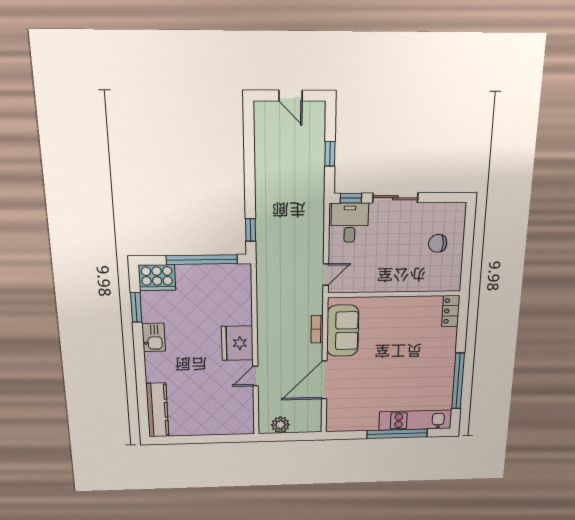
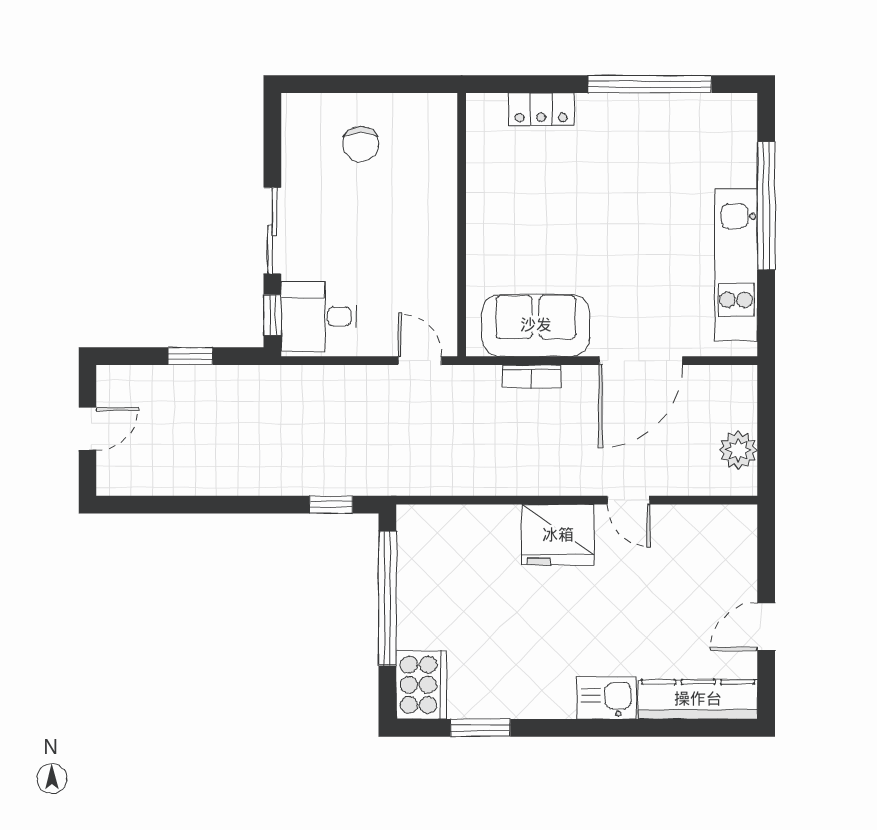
locker: (451, 311) -> (541, 109), moved
kitchen sink: (154, 337) -> (607, 698), moved
door: (324, 380) -> (641, 361), hinge flipped
kitchen unit: (415, 420) -> (736, 265), moved
door: (195, 439) -> (766, 627), added

